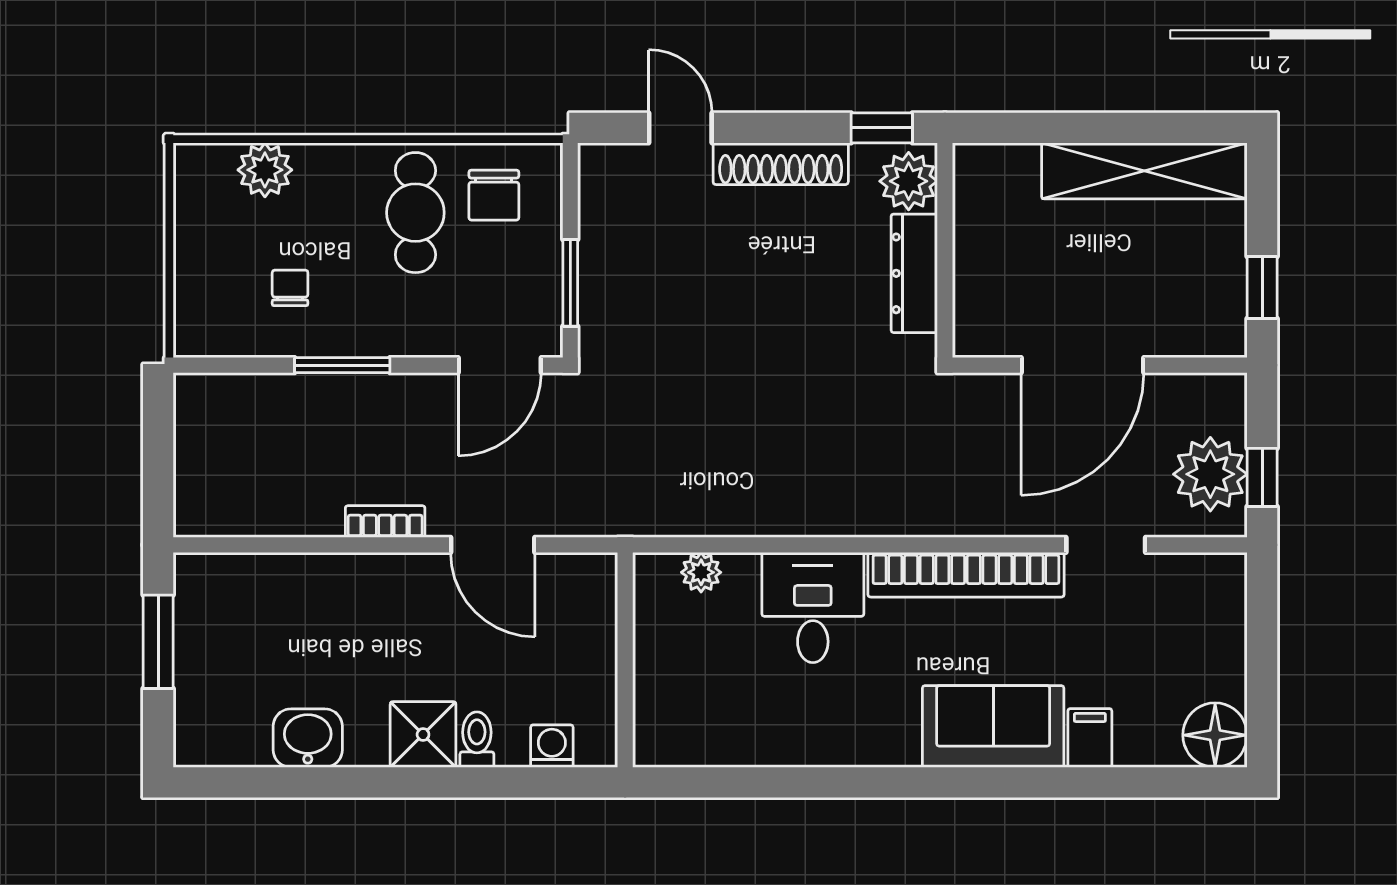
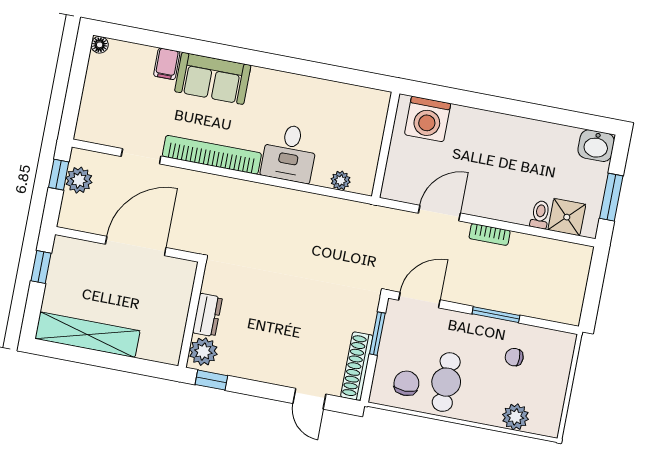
shoe rack: (781, 164) -> (357, 366), moved, turned -90
dresser: (914, 273) -> (207, 315), width x0.70
chair: (290, 288) -> (514, 357), turned 90
plant: (1210, 474) -> (79, 180), width x0.73, depth x0.73
door: (493, 545) -> (439, 213), hinge flipped
shower: (423, 735) -> (567, 217), moved
floor lamp: (1215, 735) -> (100, 45), width x0.53, depth x0.53
washbasin: (308, 738) -> (596, 146), moved
toilet: (477, 740) -> (540, 215), moved, turned 180
washing machine: (552, 746) -> (428, 119), width x1.89, depth x1.89

